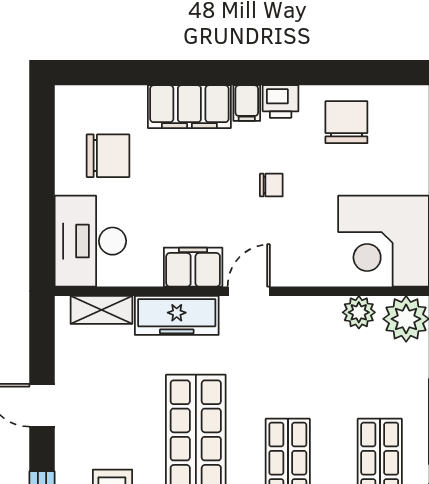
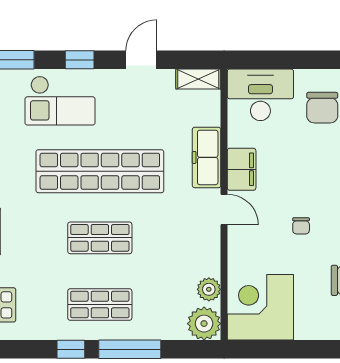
shelving: (101, 310) -> (198, 79), moved, turned 90

